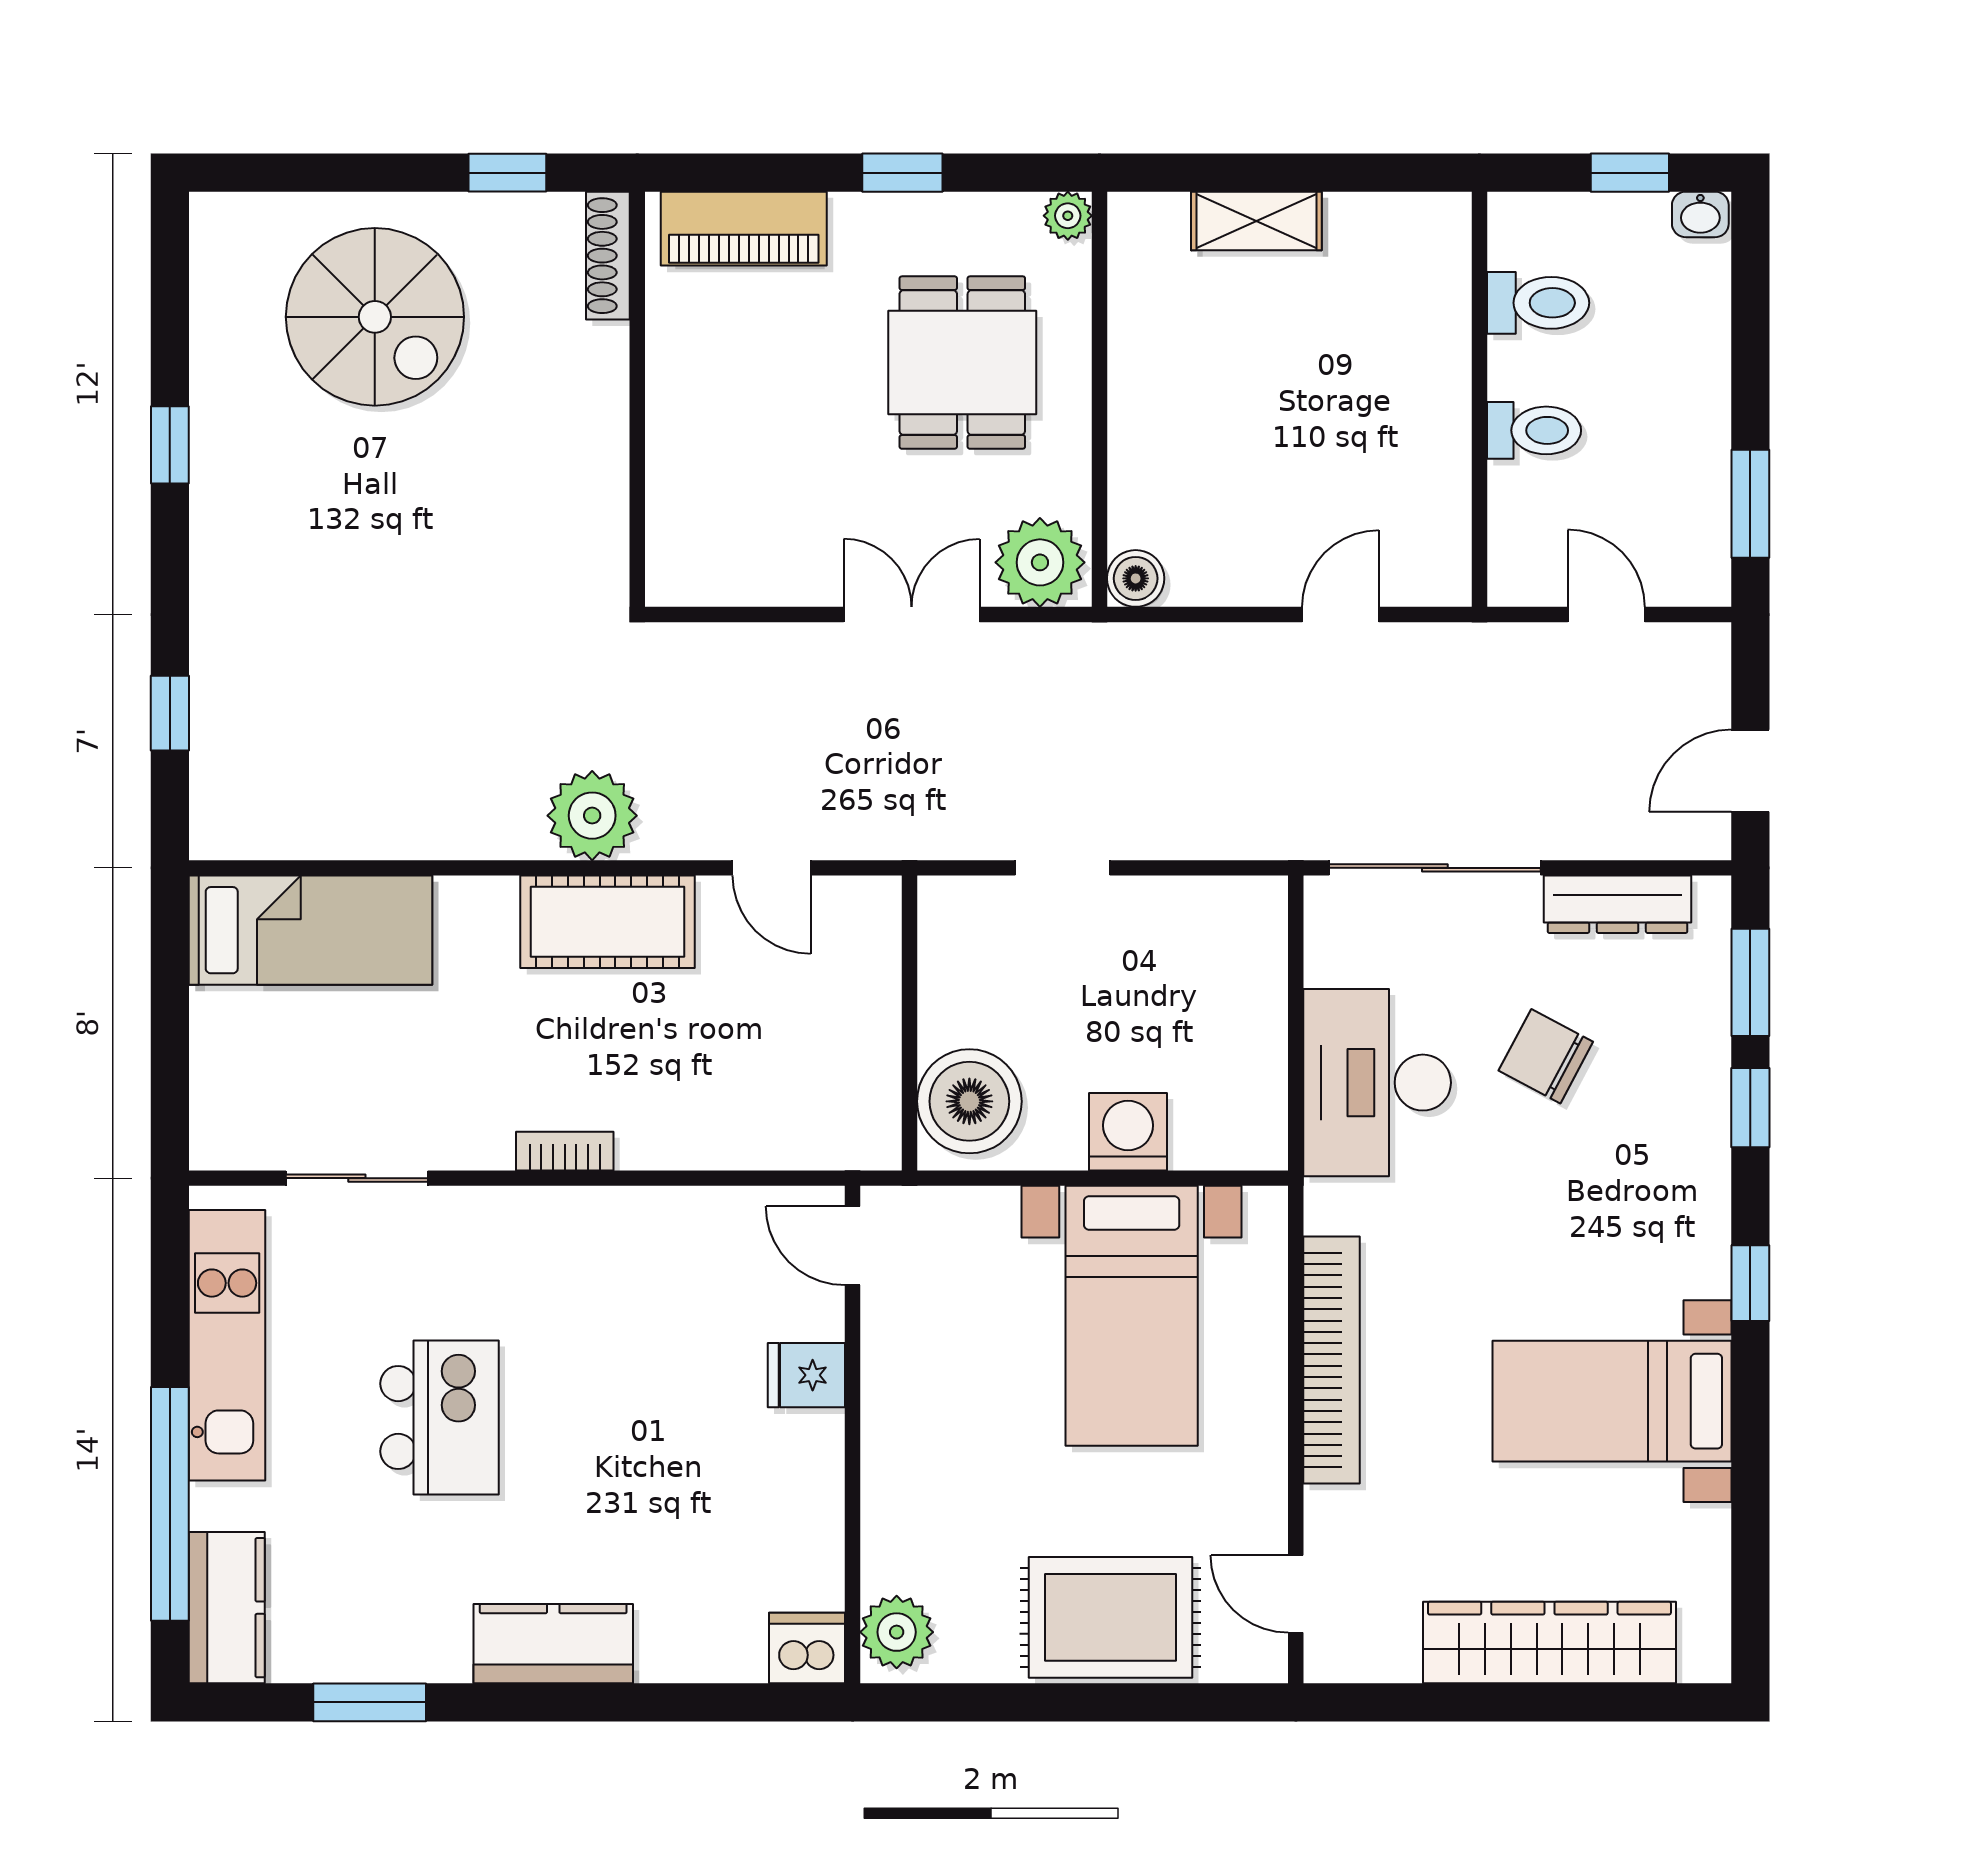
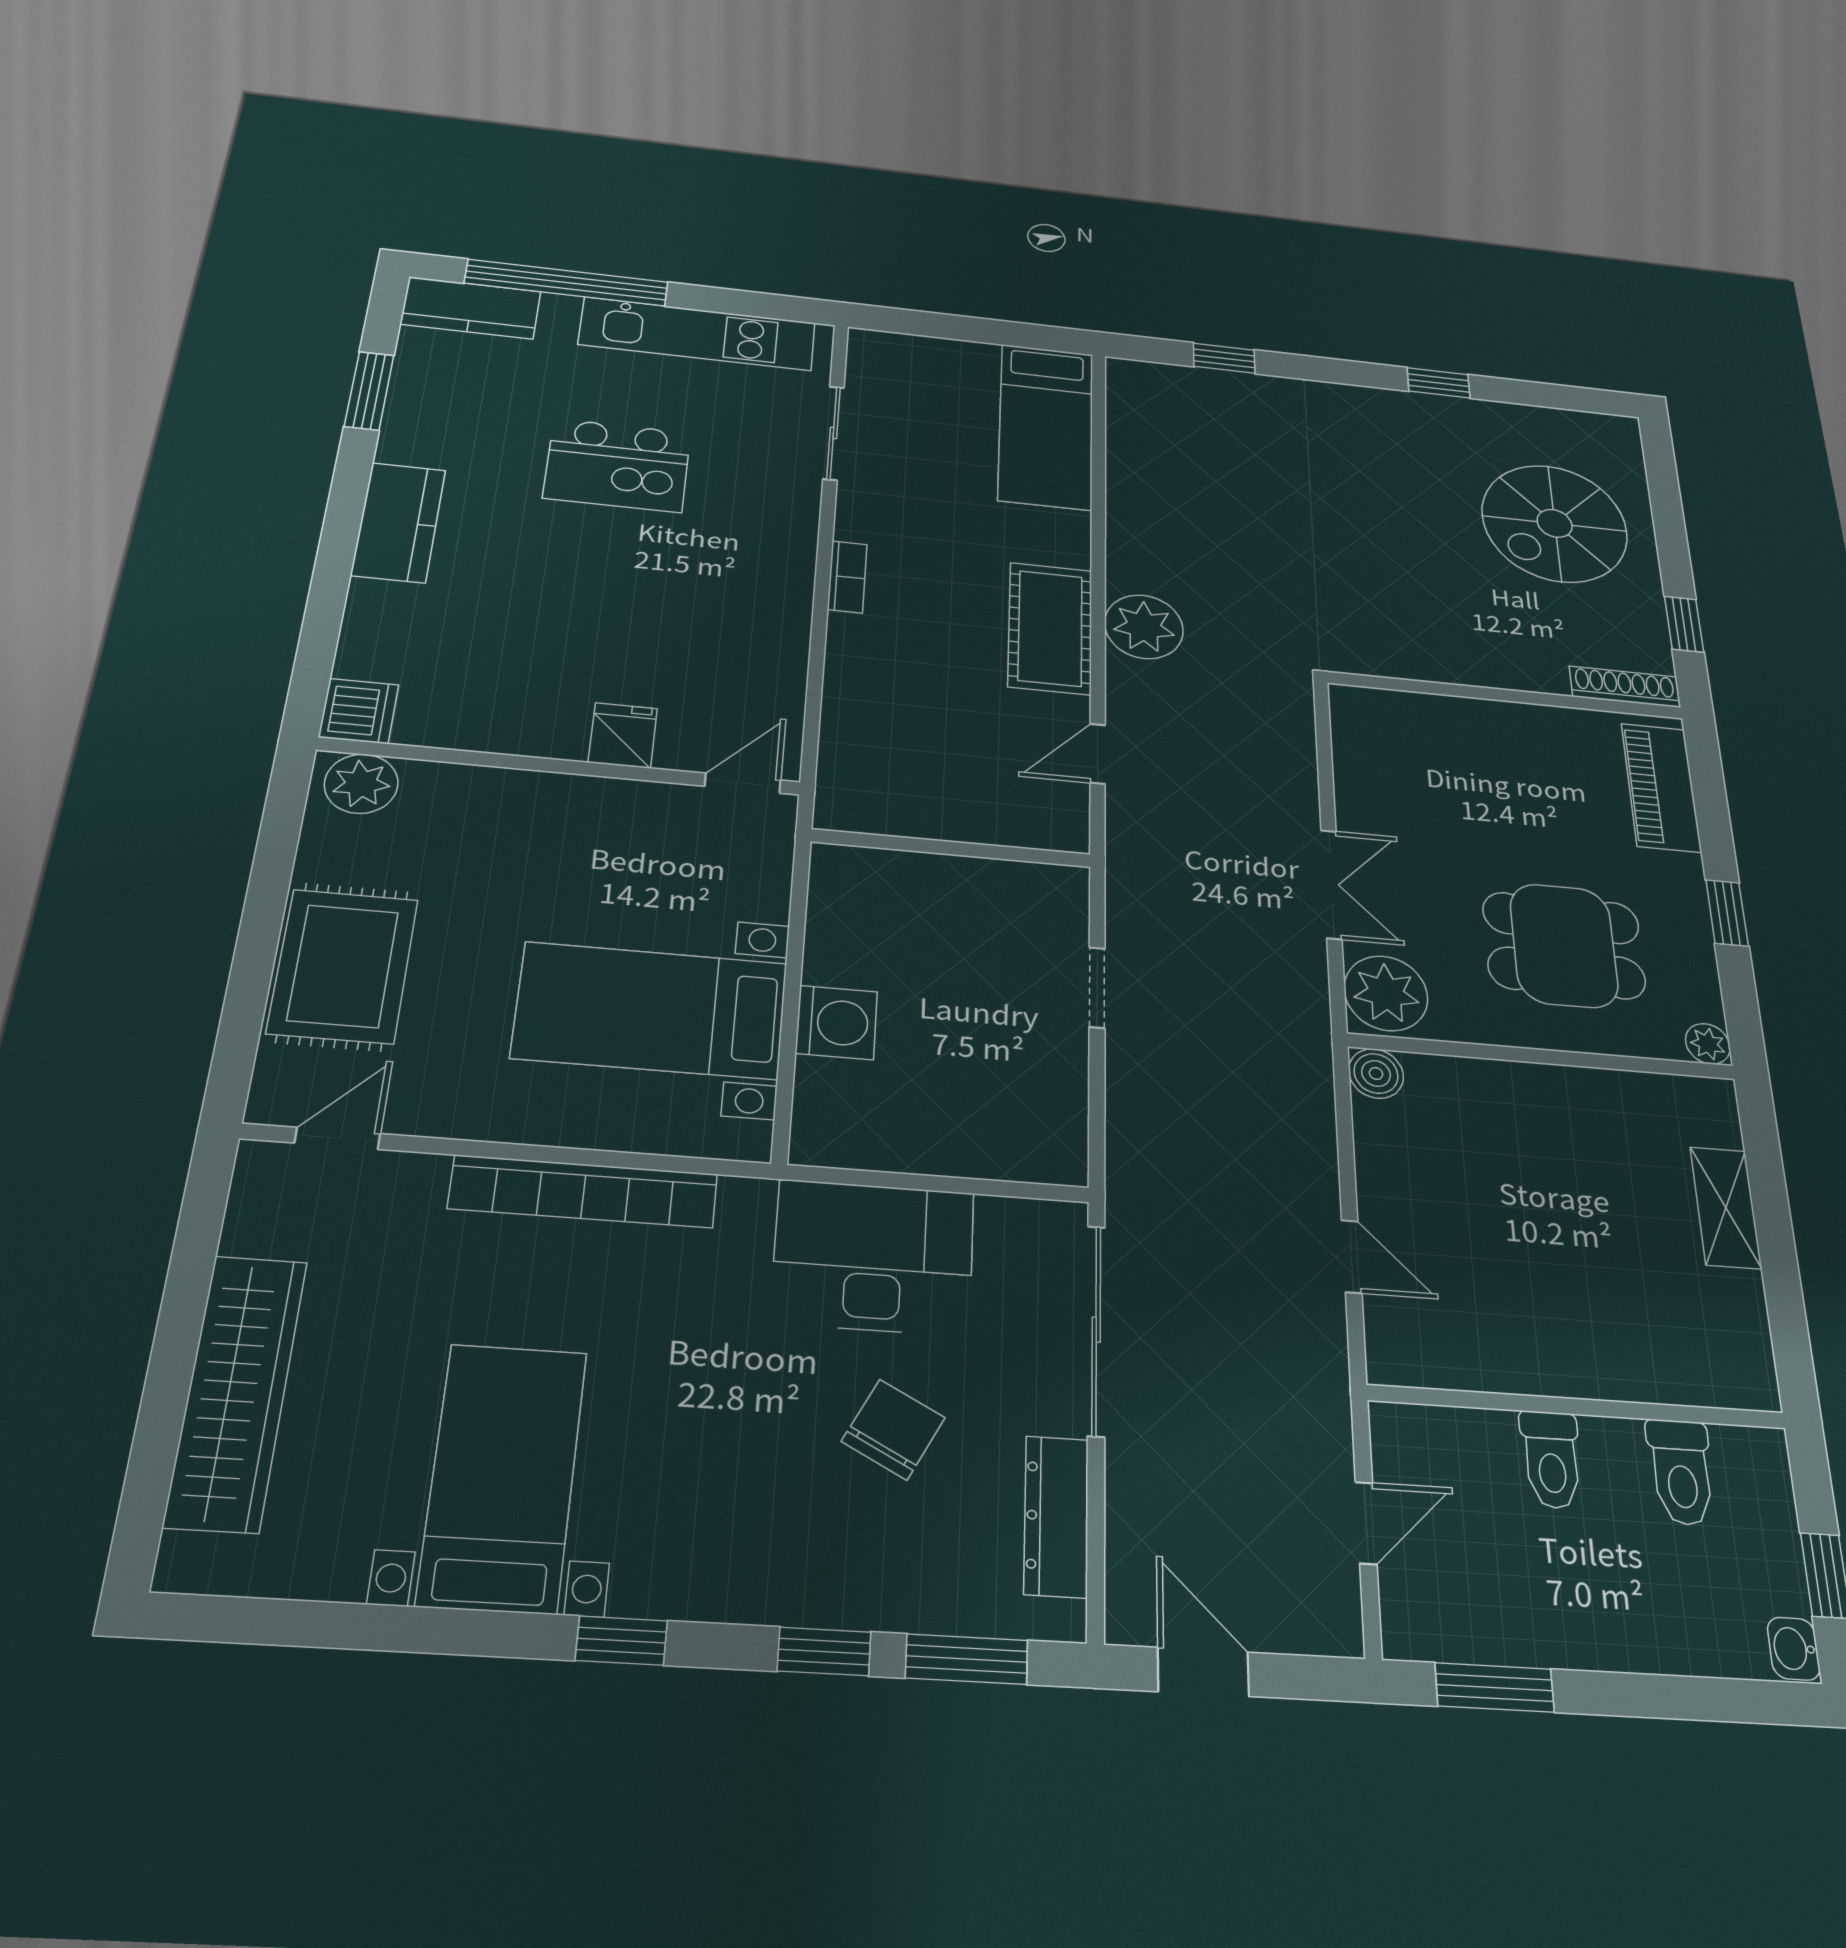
boiler: (969, 1101) -> (874, 890), removed

